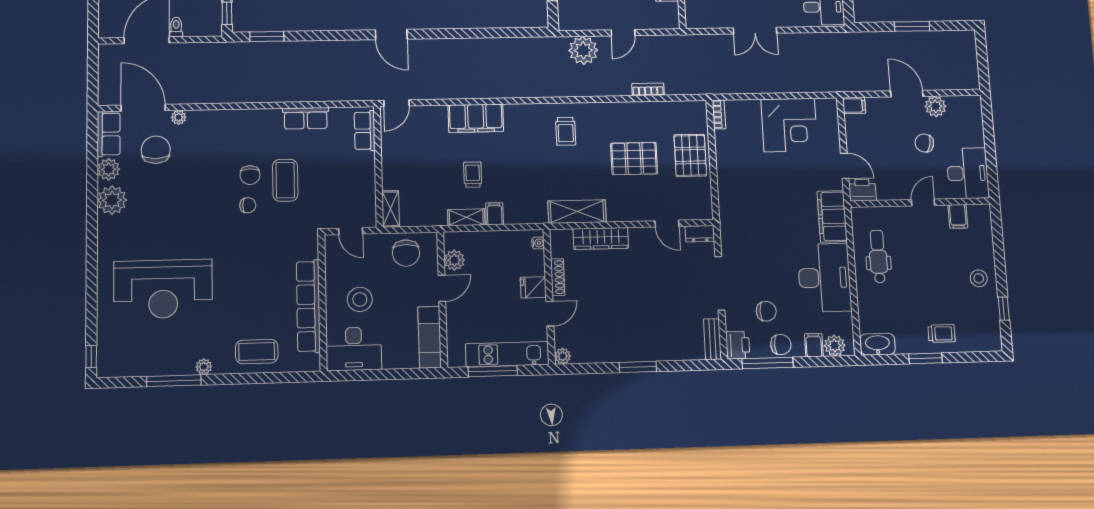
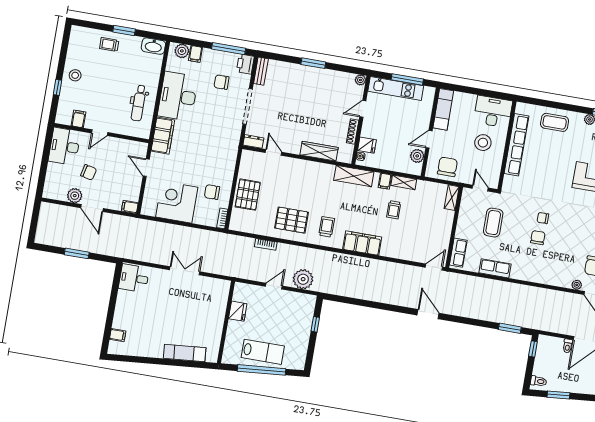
filing cabinet: (476, 118) -> (362, 243), moved
pallet: (634, 159) -> (292, 220), moved
coffee table: (285, 180) -> (493, 223), moved
printer: (862, 190) -> (138, 149), removed
shelving: (577, 212) -> (354, 176), moved
fridge: (533, 287) -> (367, 145), moved
window: (1004, 309) -> (57, 87), moved
chair: (781, 345) -> (212, 192), moved

